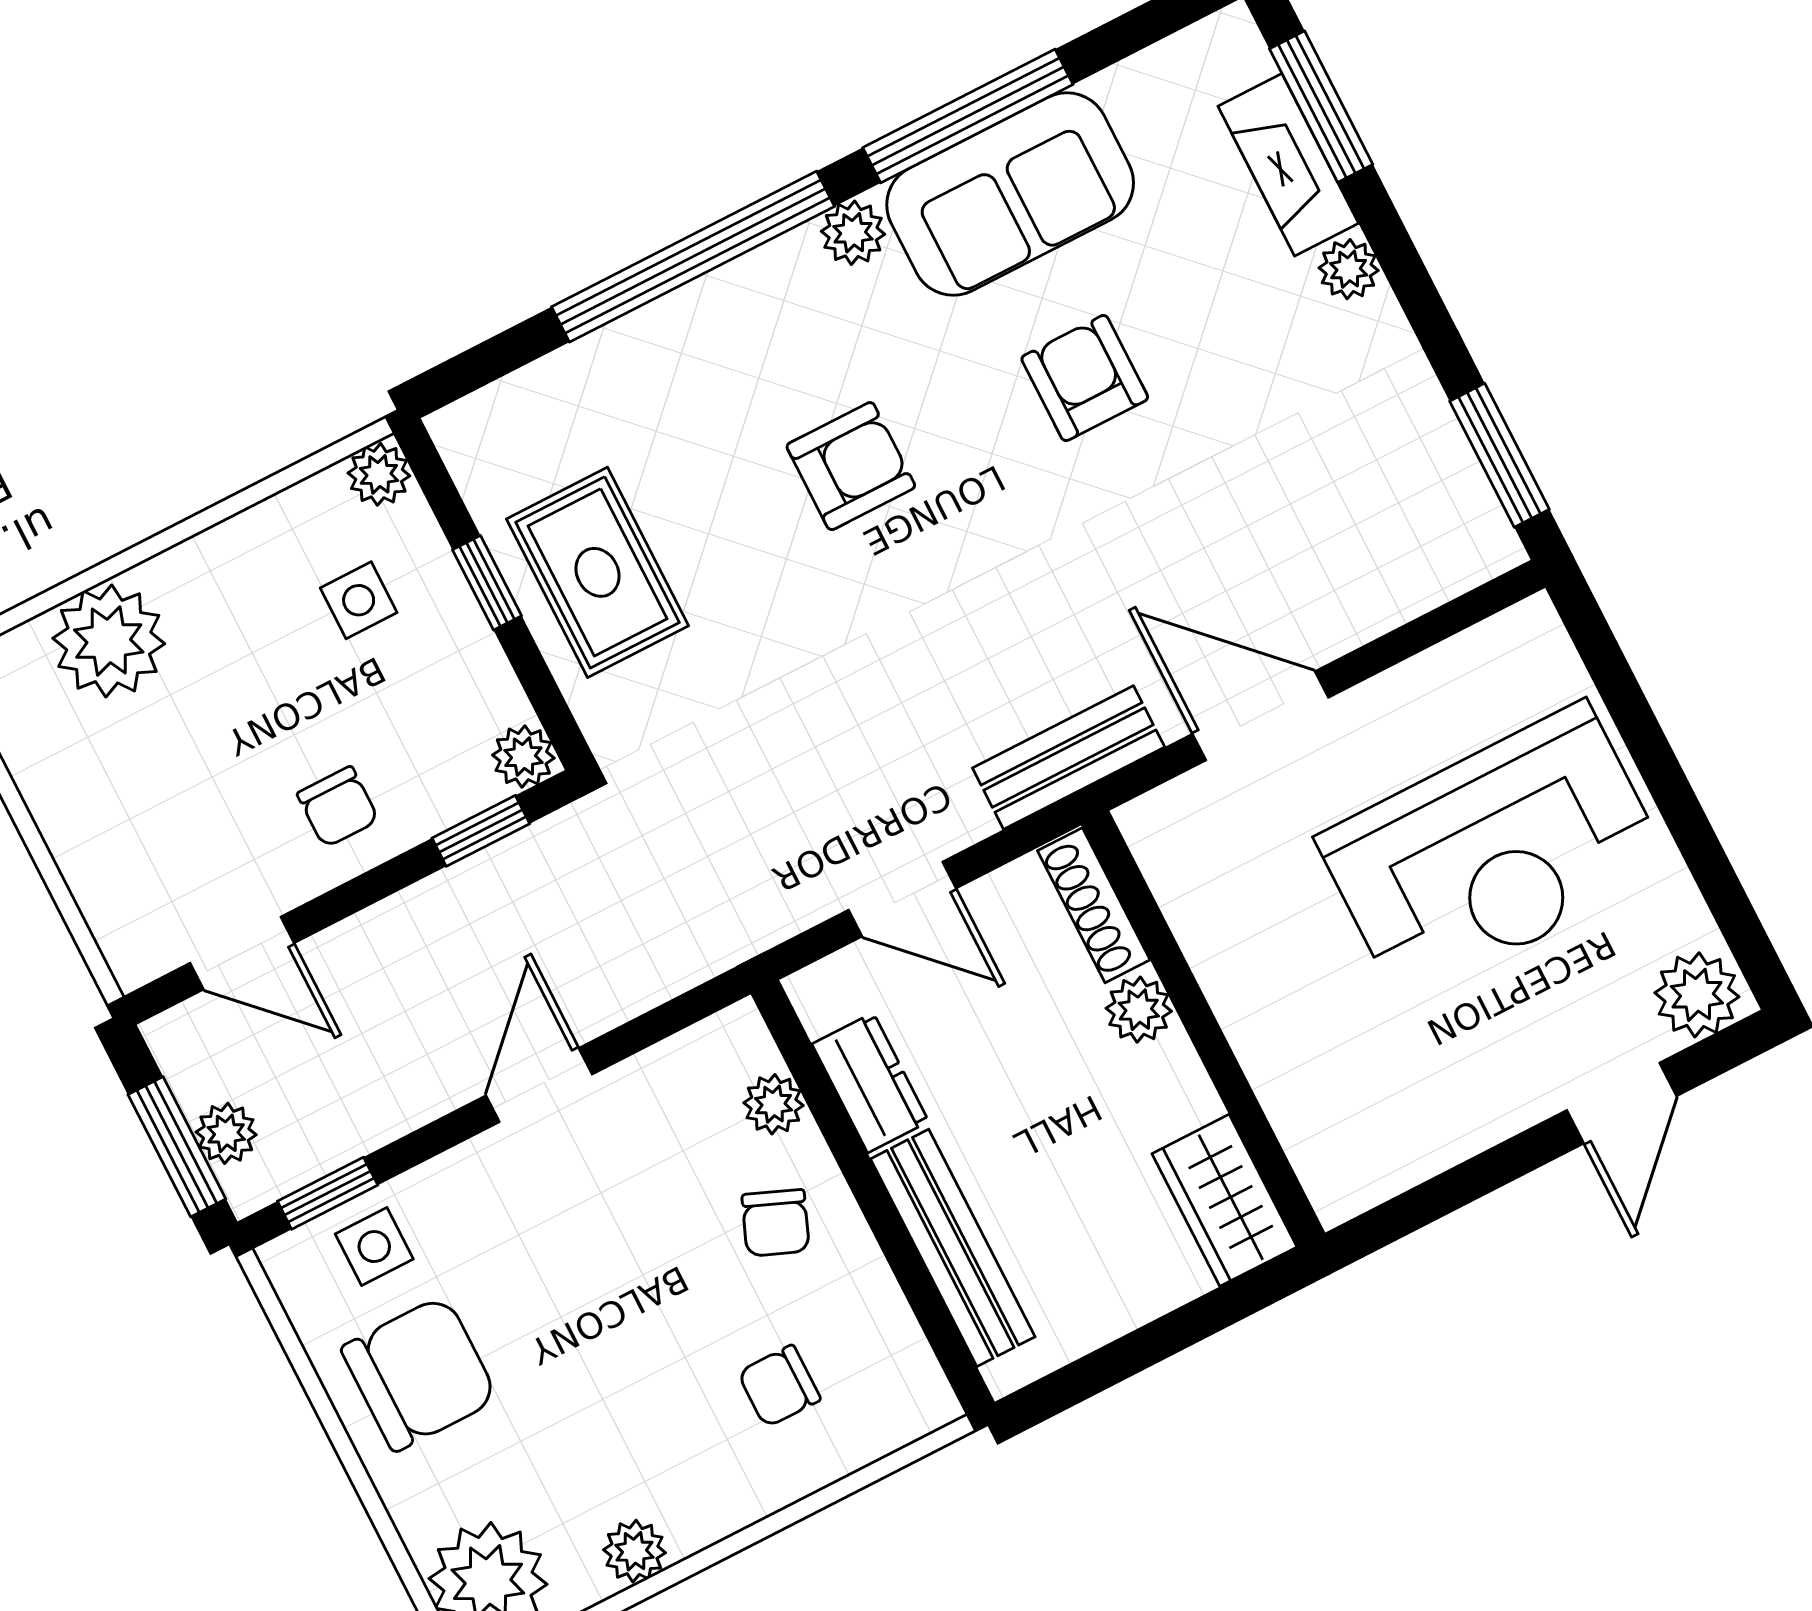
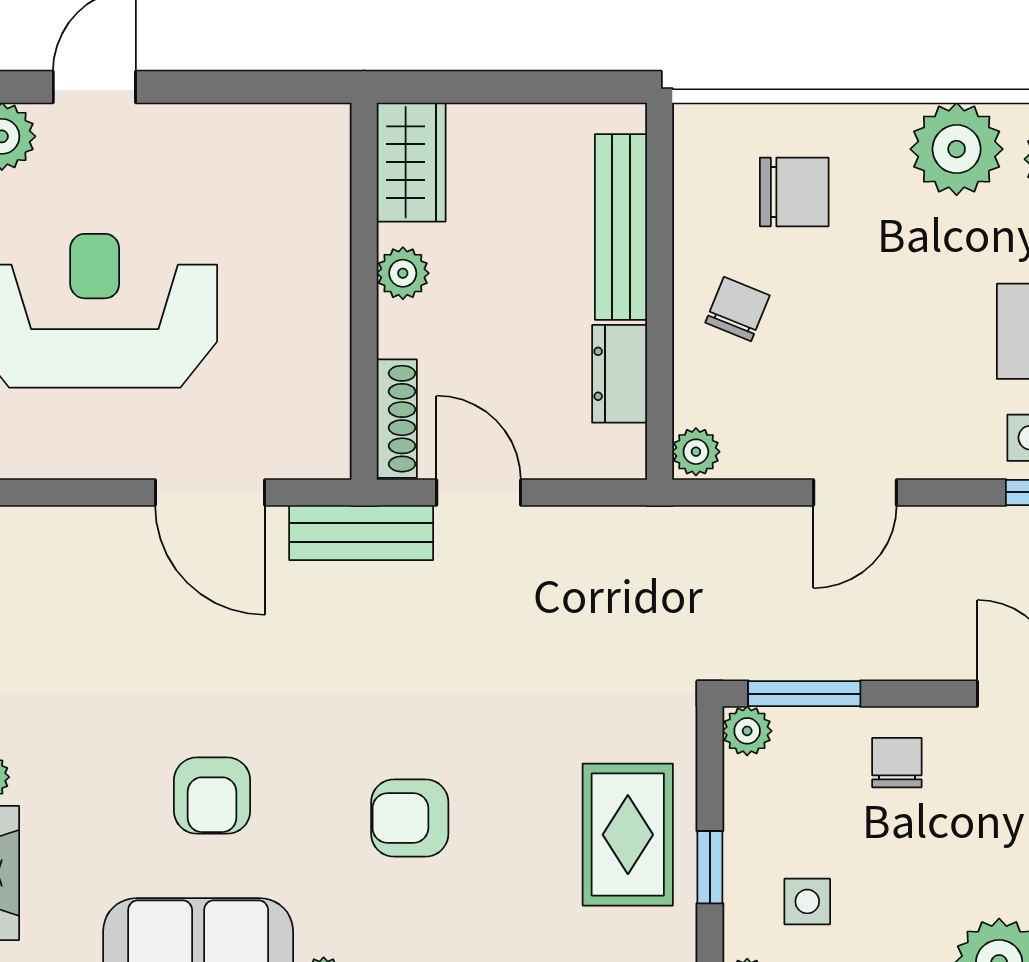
window: (481, 831) -> (804, 694), width x1.50
door: (902, 899) -> (479, 492), moved
plant: (1139, 1010) -> (403, 273), moved
plant: (773, 1104) -> (696, 452), moved
chair: (779, 1386) -> (794, 192), width x1.37, depth x1.37
plant: (635, 1551) -> (957, 149), width x1.88, depth x1.88

